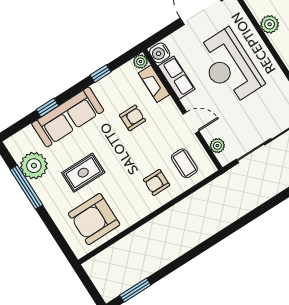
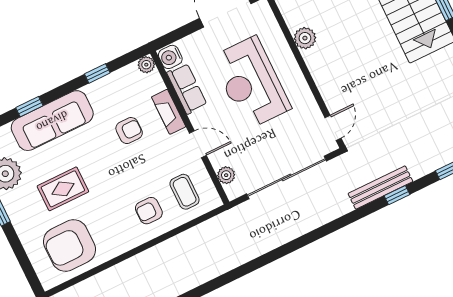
fireplace: (154, 84) -> (169, 112), moved

